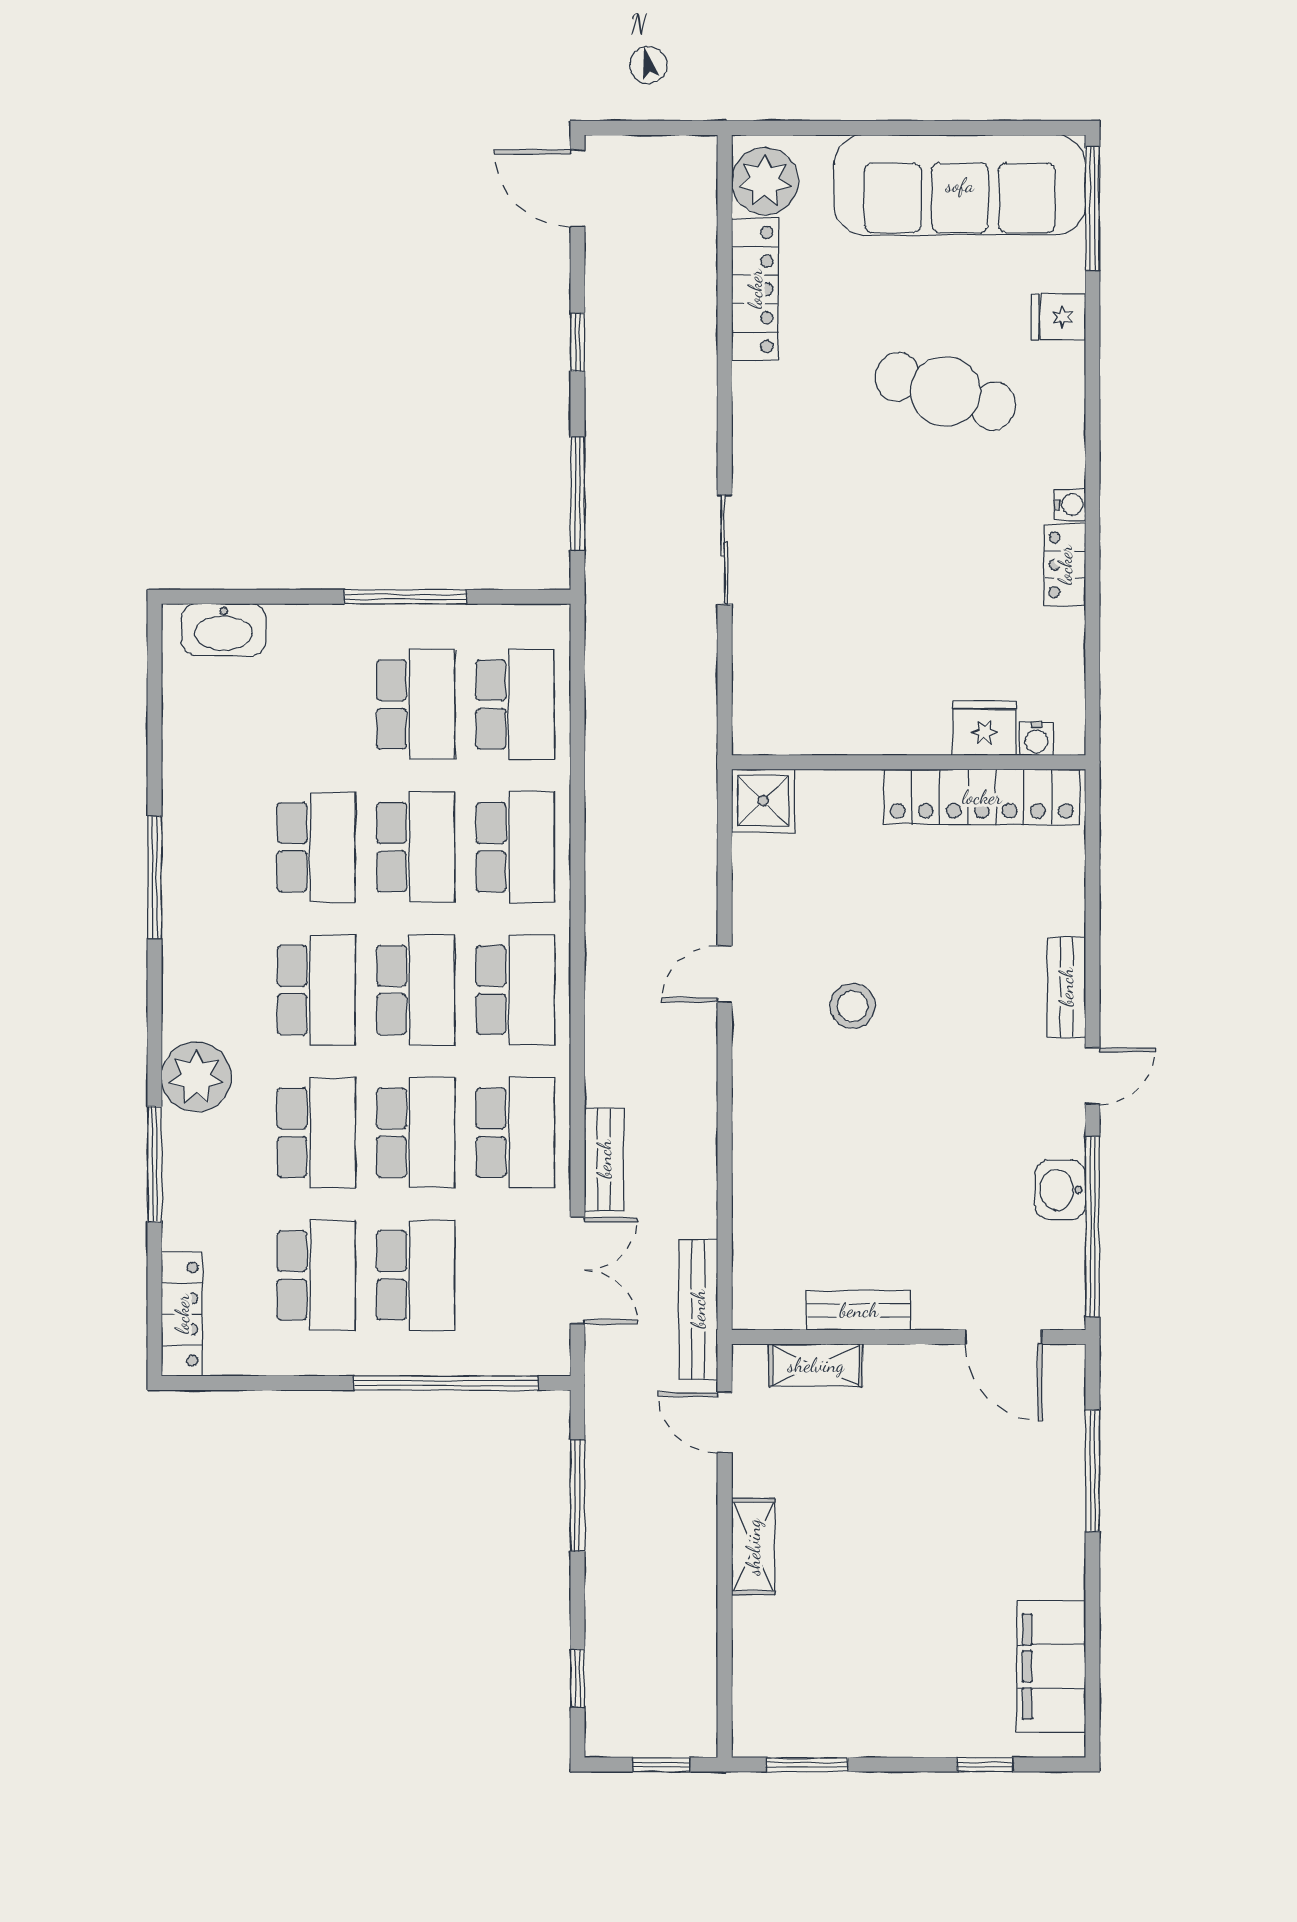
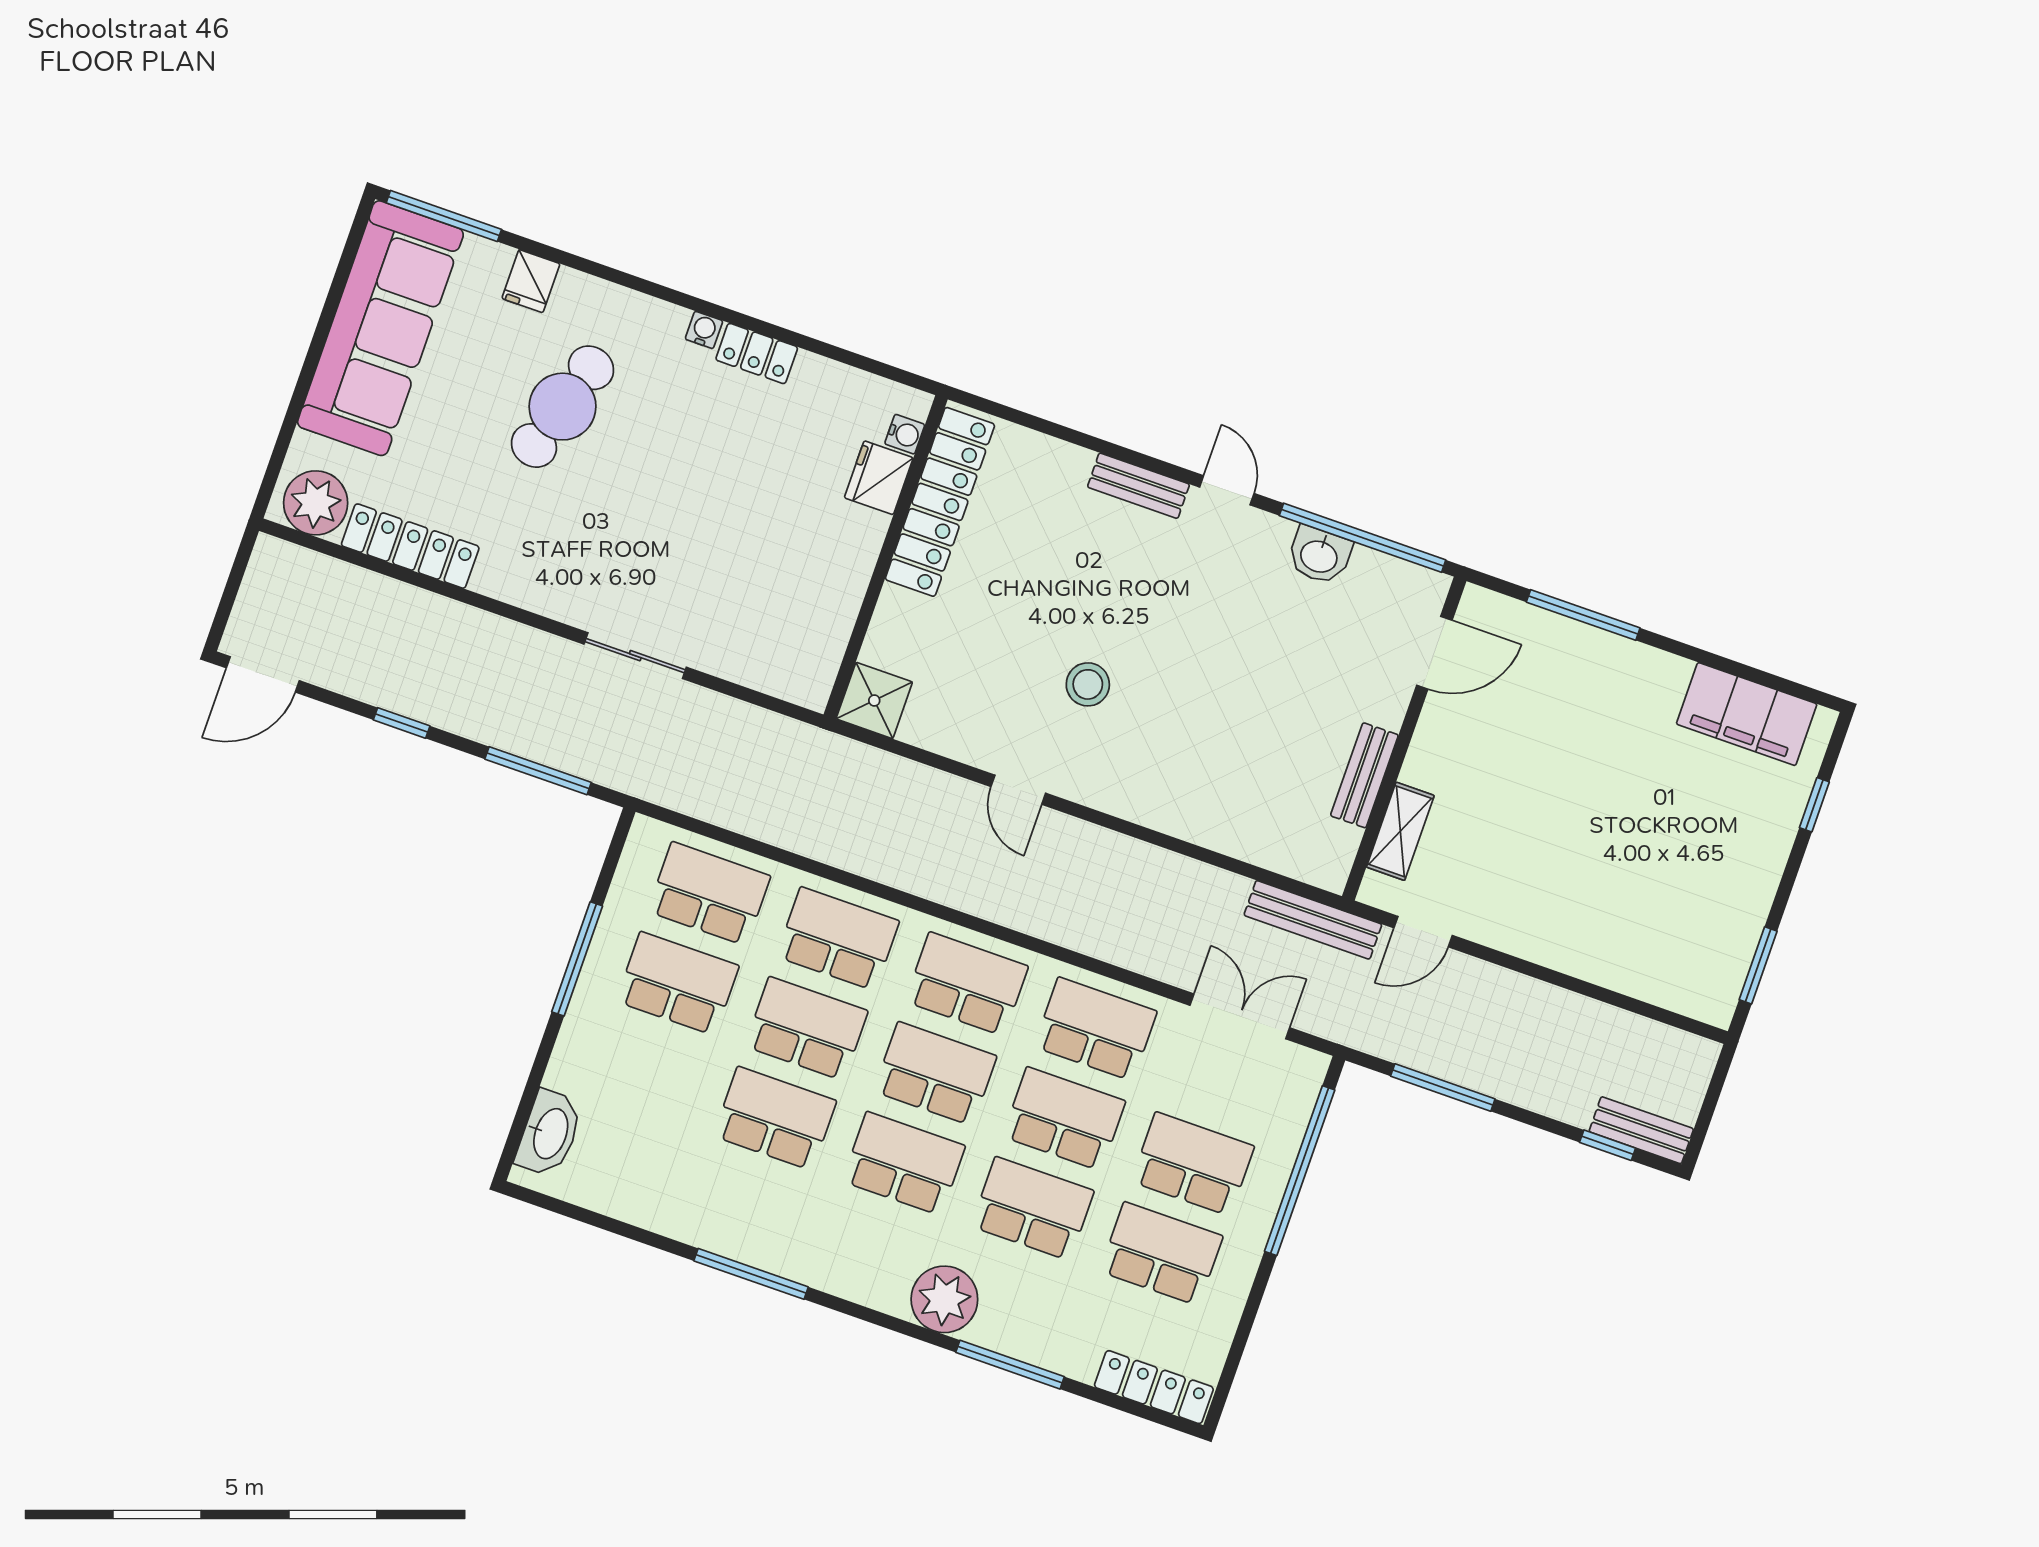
bench: (604, 1159) -> (1641, 1130), moved
shelving: (753, 1547) -> (1544, 945), removed
window: (661, 1765) -> (1712, 1097), removed

